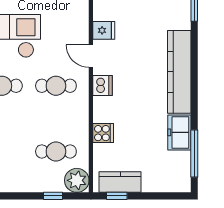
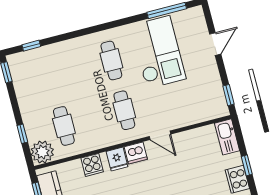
fridge: (104, 30) -> (117, 159), moved
door: (91, 56) -> (160, 135), swing flipped

